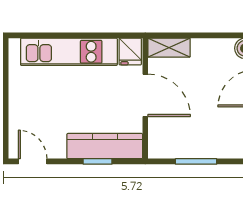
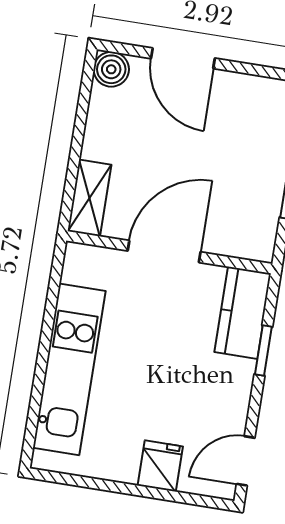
fridge: (130, 52) -> (160, 466), moved, turned -90
kitchen counter: (105, 146) -> (243, 313), width x0.67

